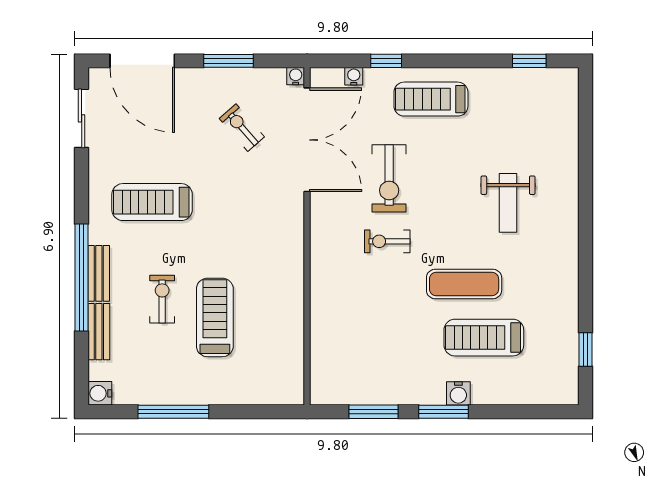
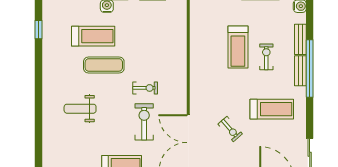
exercise bike: (242, 128) -> (230, 129), moved
weight bench: (508, 203) -> (80, 109), turned -90
exercise bike: (162, 299) -> (266, 57), turned 180

